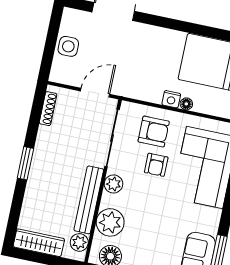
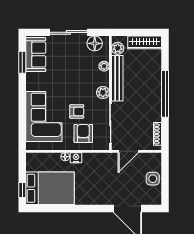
armchair: (154, 132) -> (83, 133), turned 90
window: (25, 163) -> (165, 94), width x2.11
armchair: (156, 165) -> (77, 111), turned 90
plant: (110, 222) -> (104, 66), width x0.53, depth x0.53

